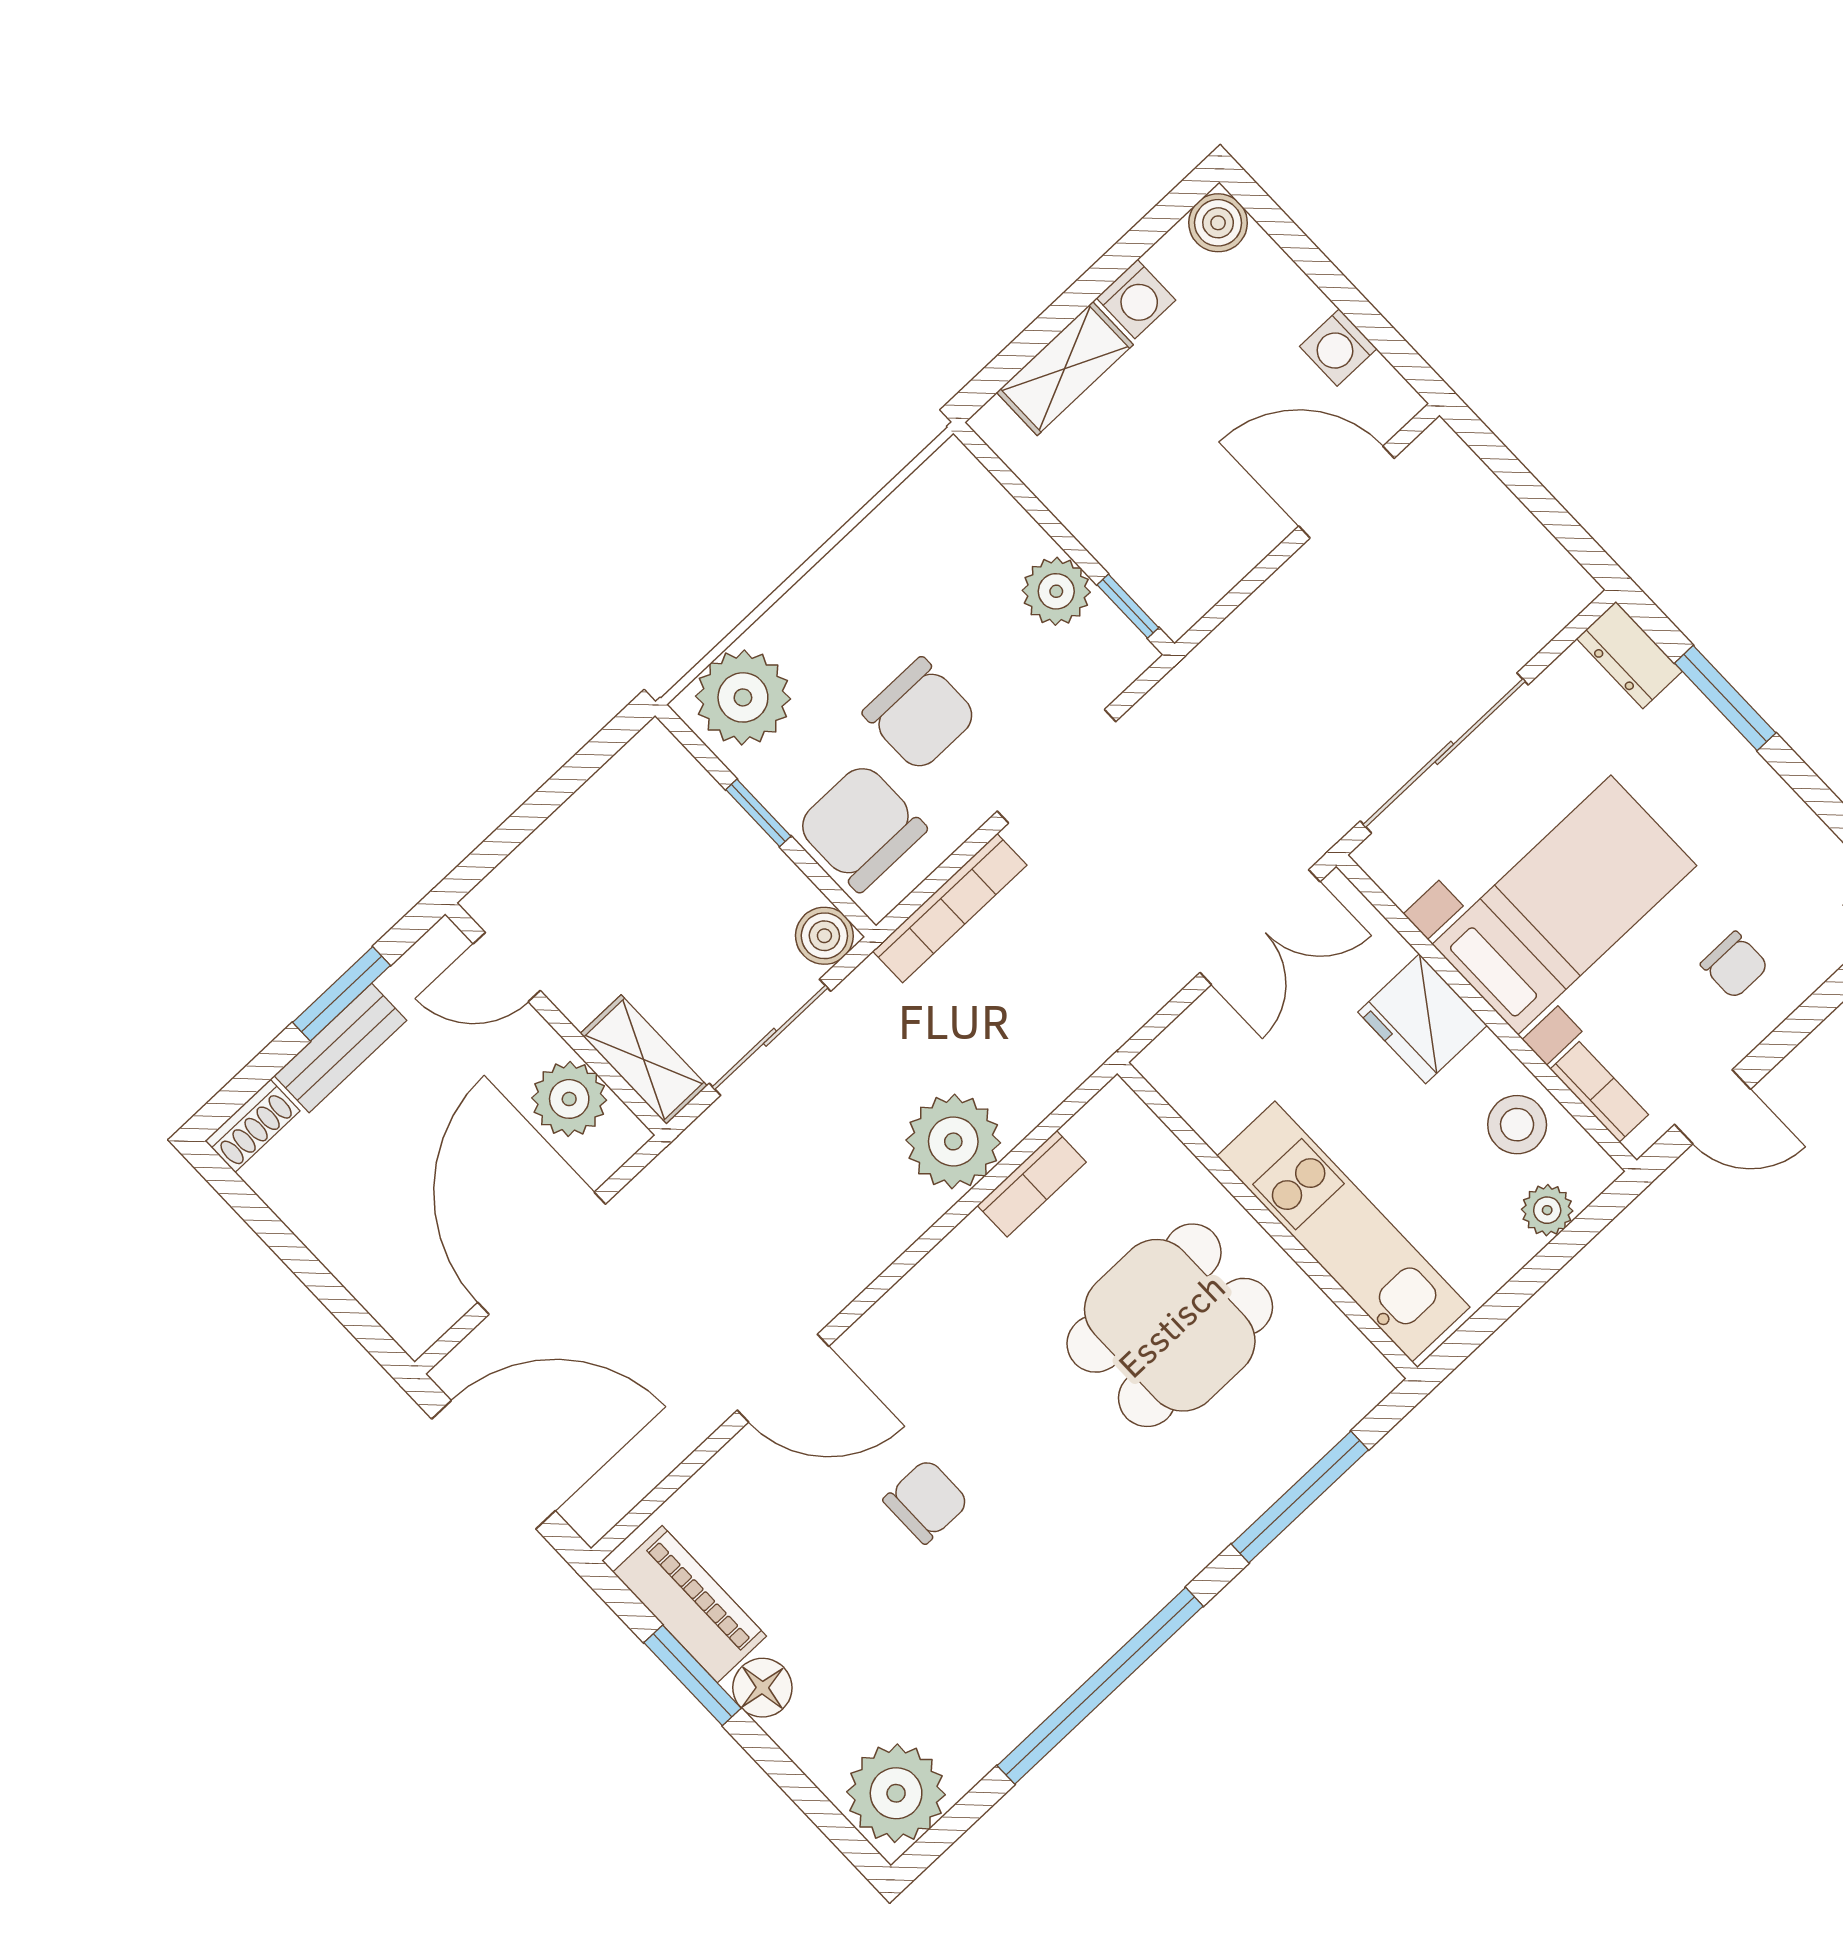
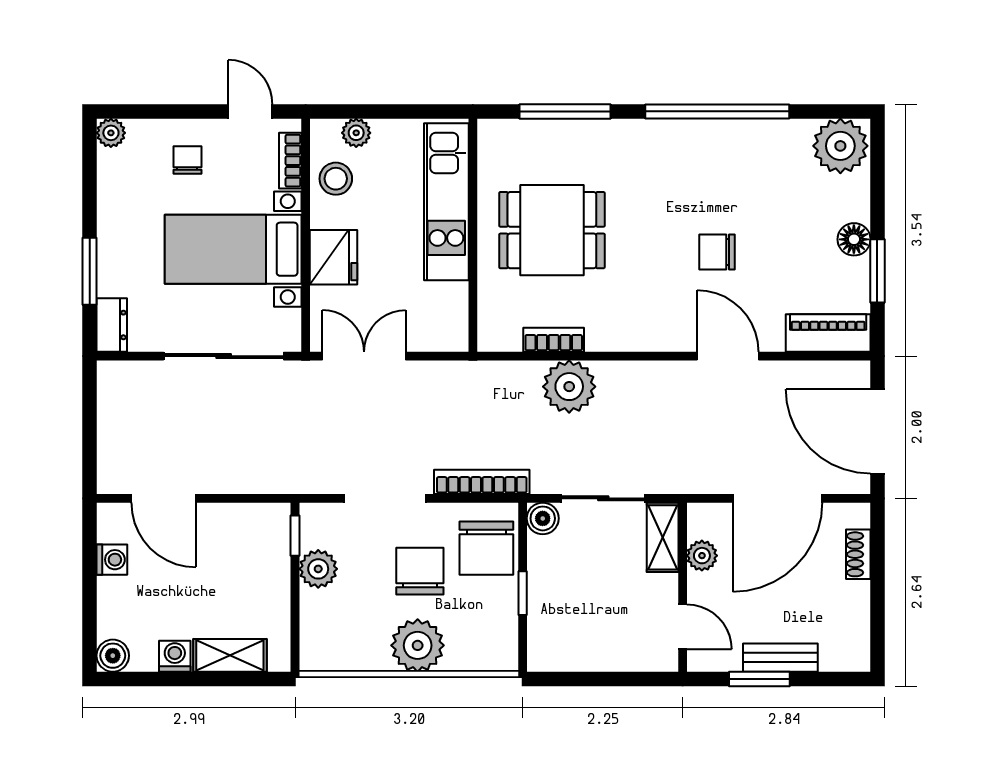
plant: (743, 697) -> (418, 645), moved
plant: (569, 1099) -> (702, 556), width x0.73, depth x0.73
shoe rack: (252, 1126) -> (858, 554), moved, turned -90
piano: (690, 1604) -> (828, 333), moved, turned 90

